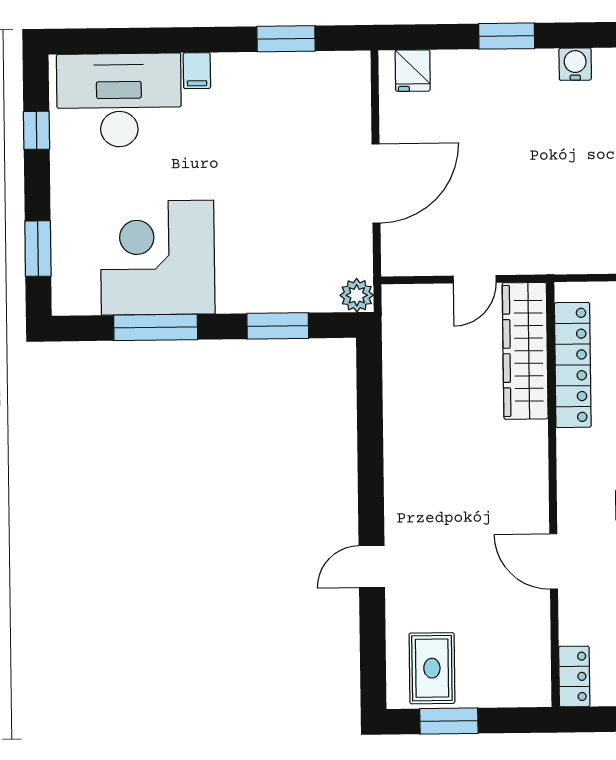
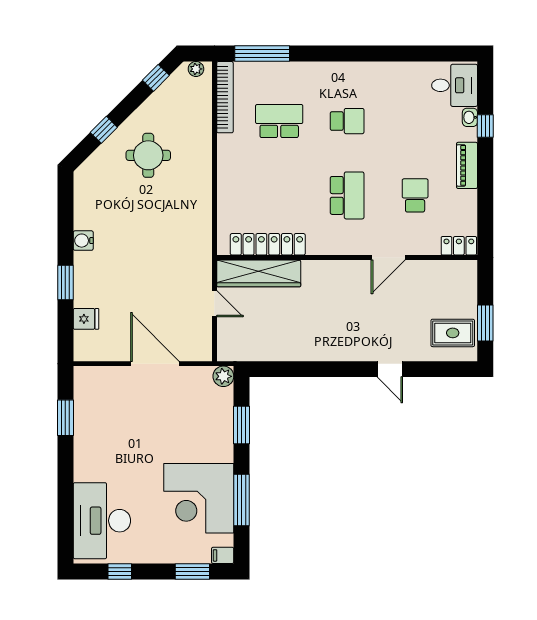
filing cabinet: (197, 71) -> (223, 555), moved, turned 180
fridge: (413, 71) -> (86, 319), moved

